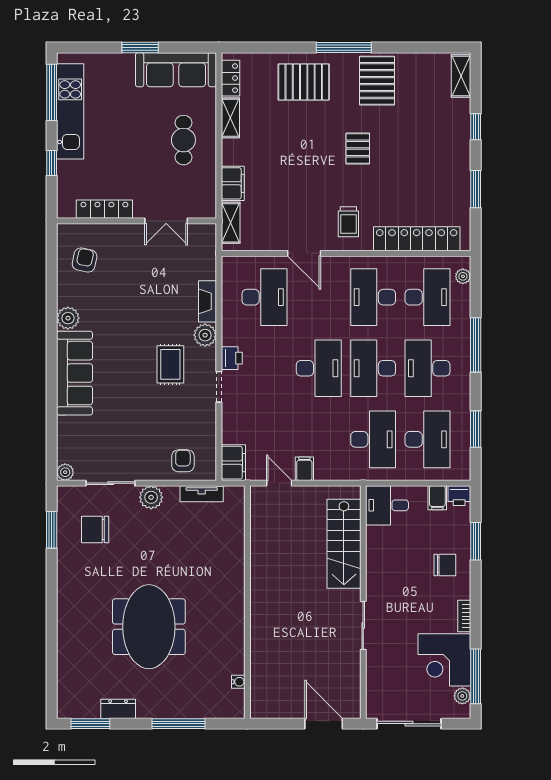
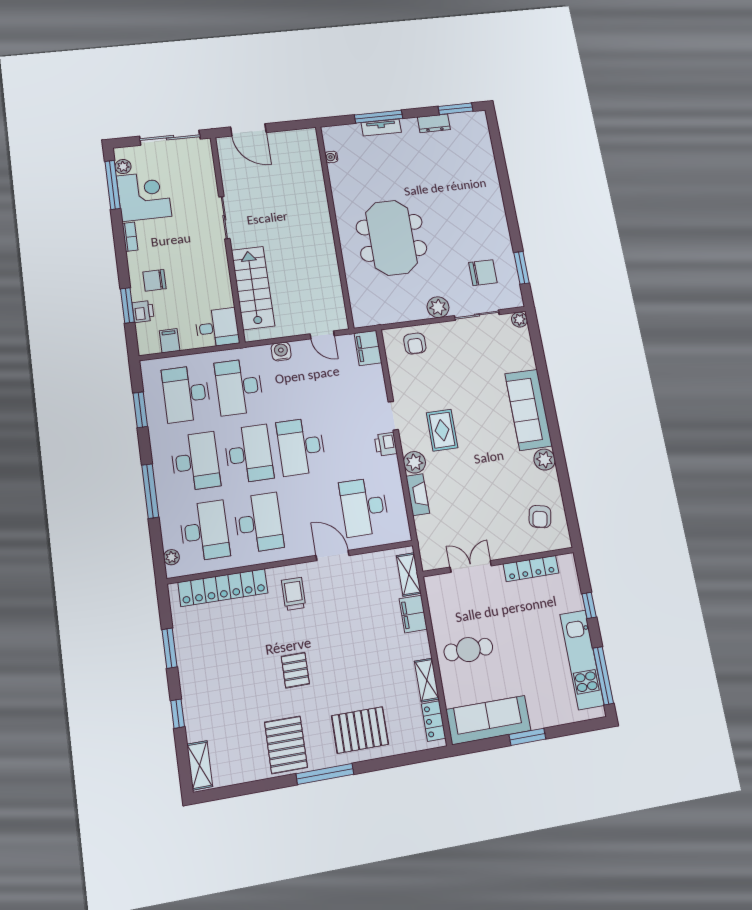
cafe table: (183, 140) -> (468, 650), turned 90
desk: (427, 297) -> (204, 531), turned 180
filing cabinet: (304, 469) -> (301, 351), removed
water cooler: (325, 471) -> (281, 352), added
tv unit: (202, 494) -> (381, 127), moved, turned 180
printer: (459, 496) -> (143, 311), moved, turned 90
meeting table: (149, 627) -> (391, 238), moved

